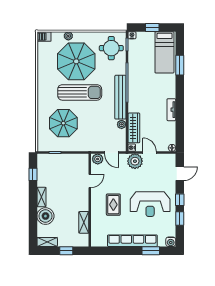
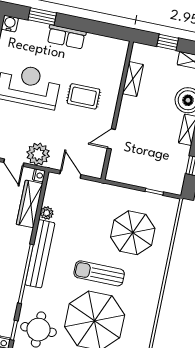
sun lounger: (80, 92) -> (99, 273), width x0.73, depth x0.75
plant: (98, 159) -> (93, 169), removed
rug: (113, 205) -> (84, 96), turned 90
row of seats: (132, 241) -> (66, 37), width x0.50

